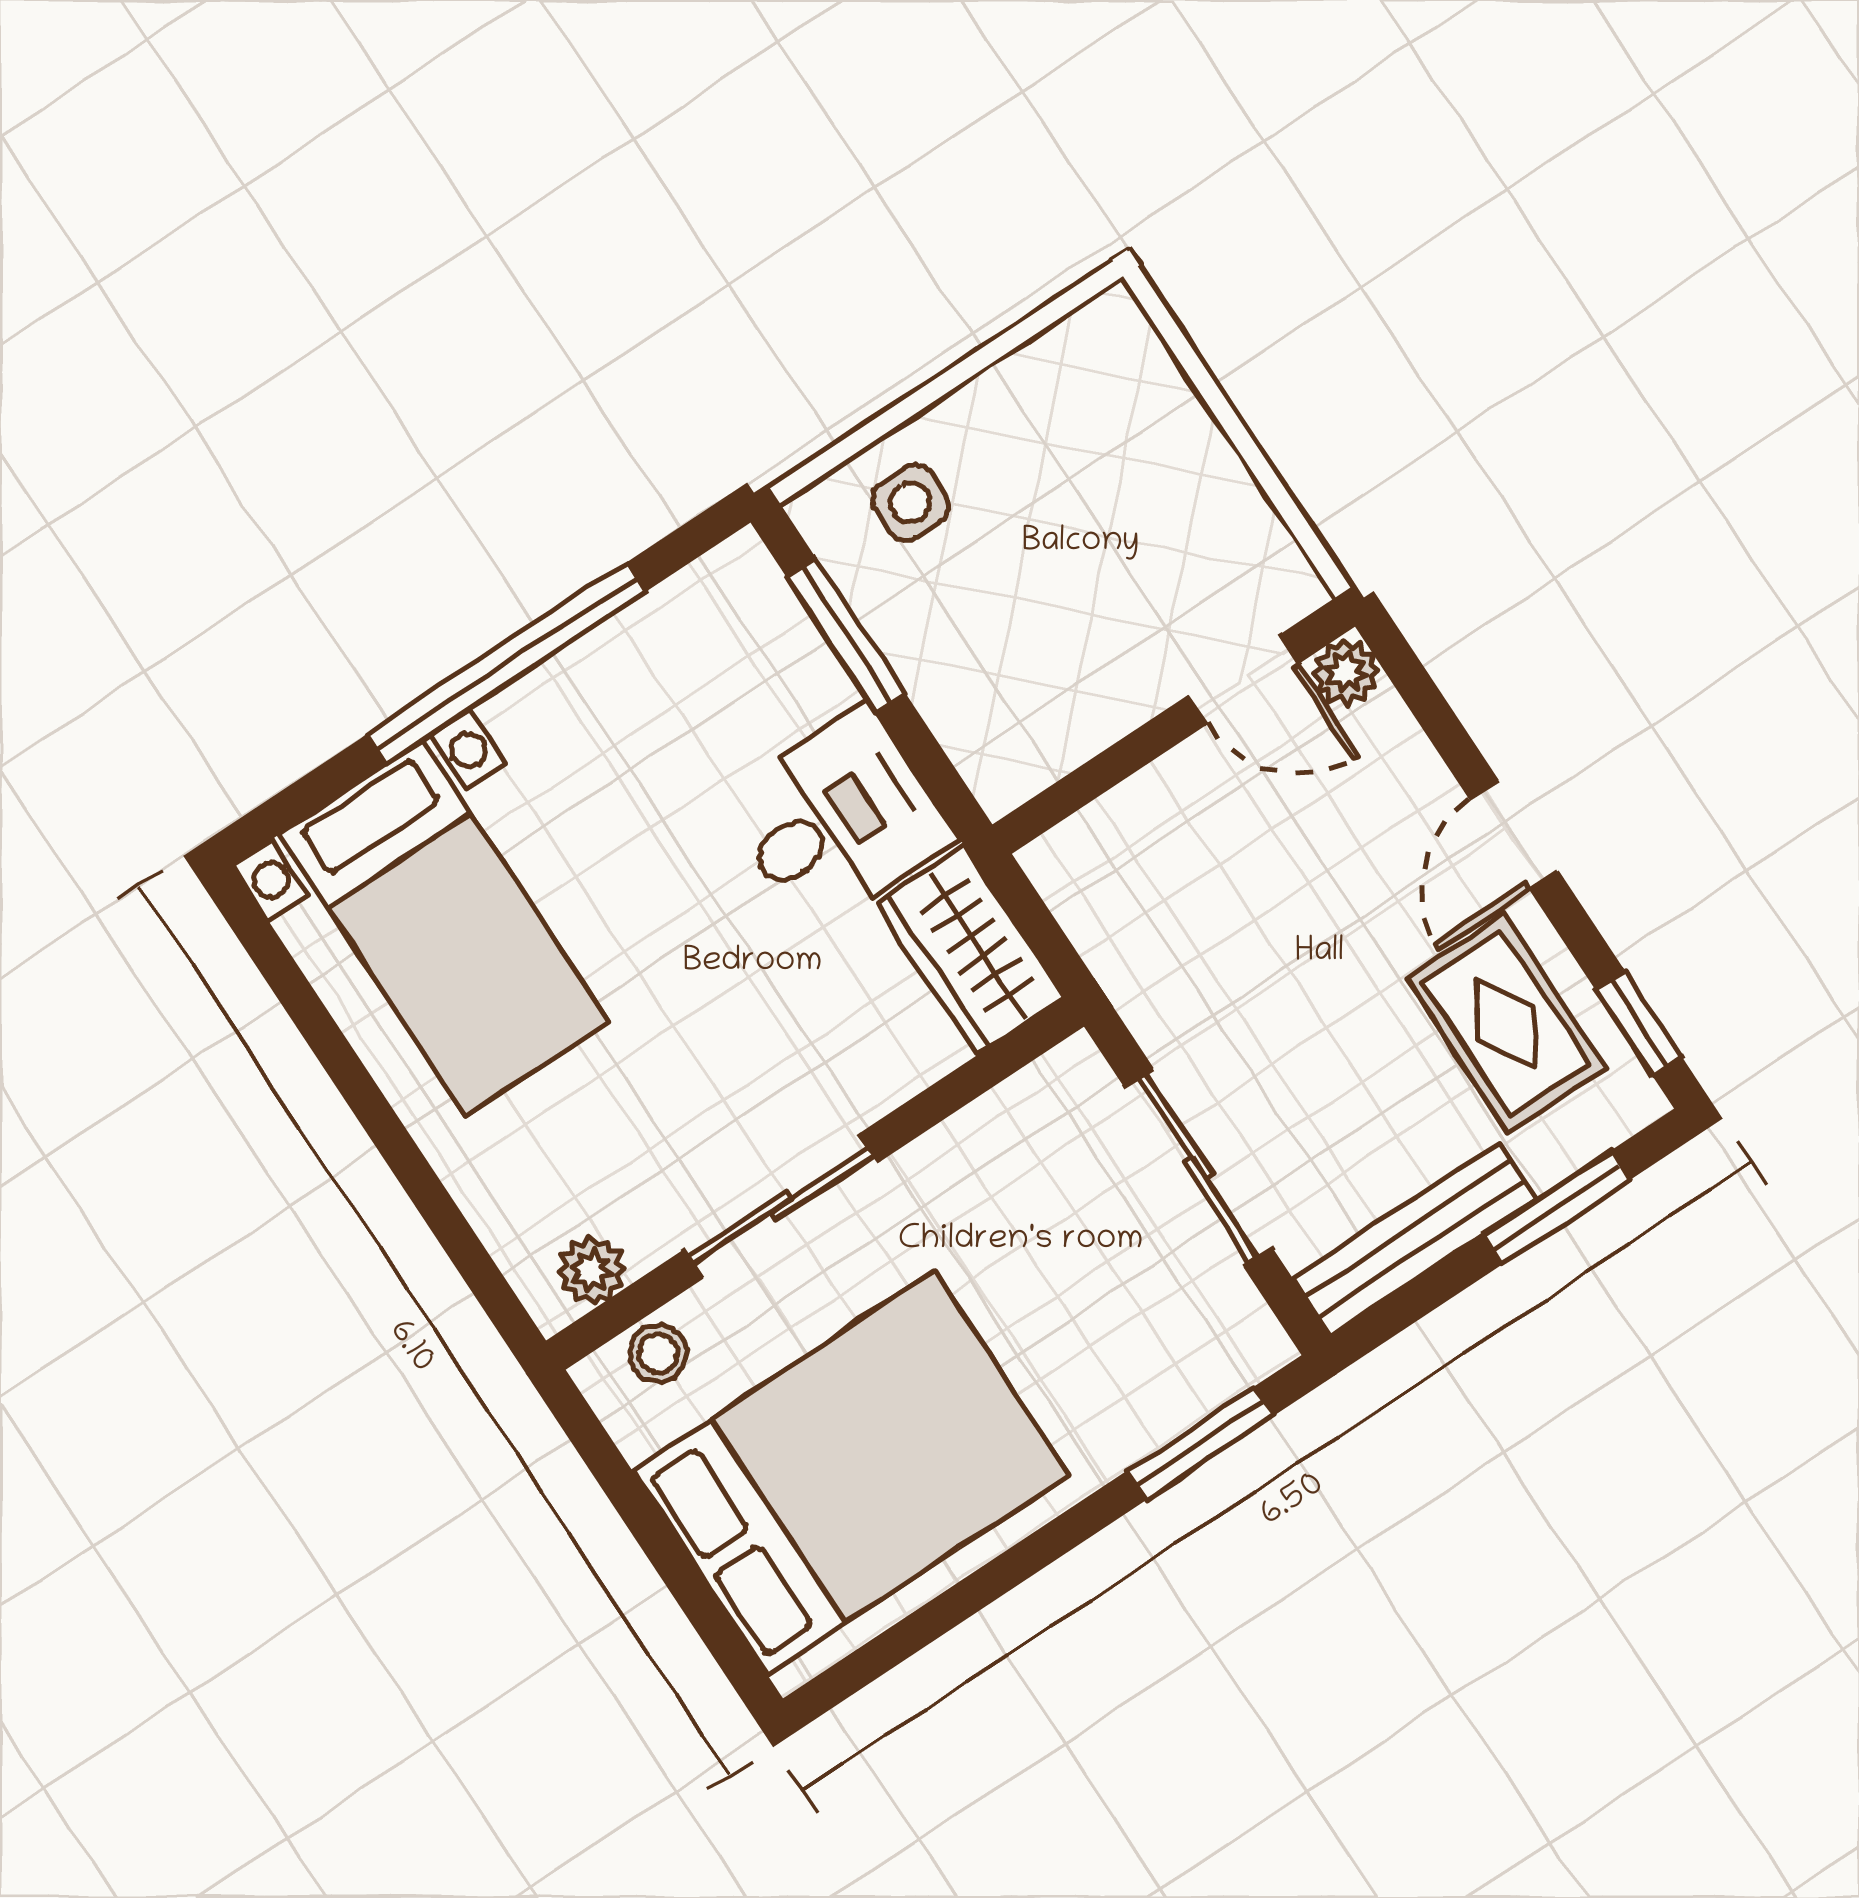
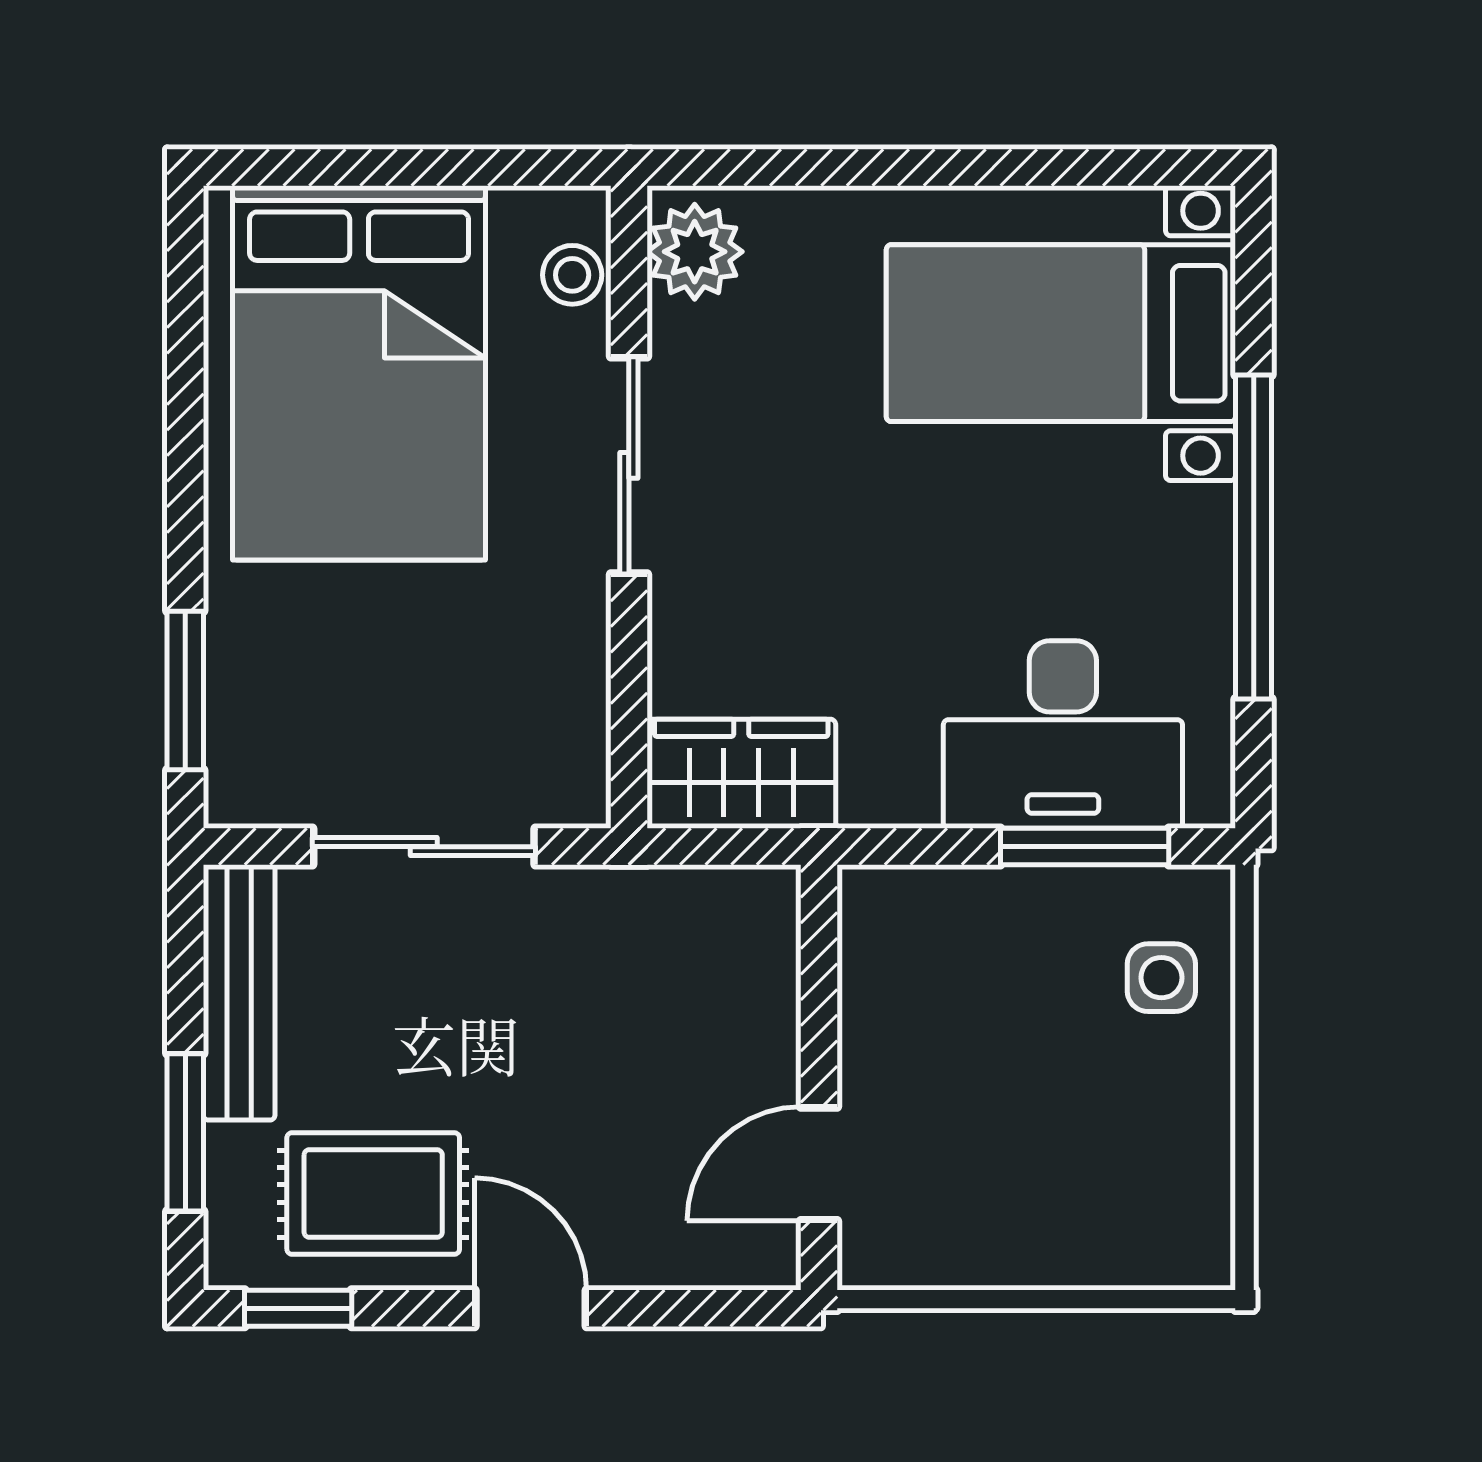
plant: (1346, 672) -> (767, 1256), removed
desk: (838, 819) -> (1063, 735), moved, width x1.37
plant: (591, 1270) -> (695, 252), width x1.38, depth x1.38

